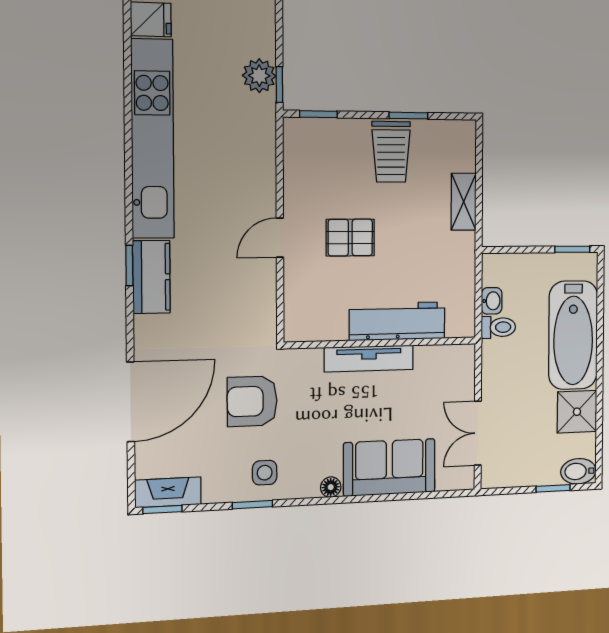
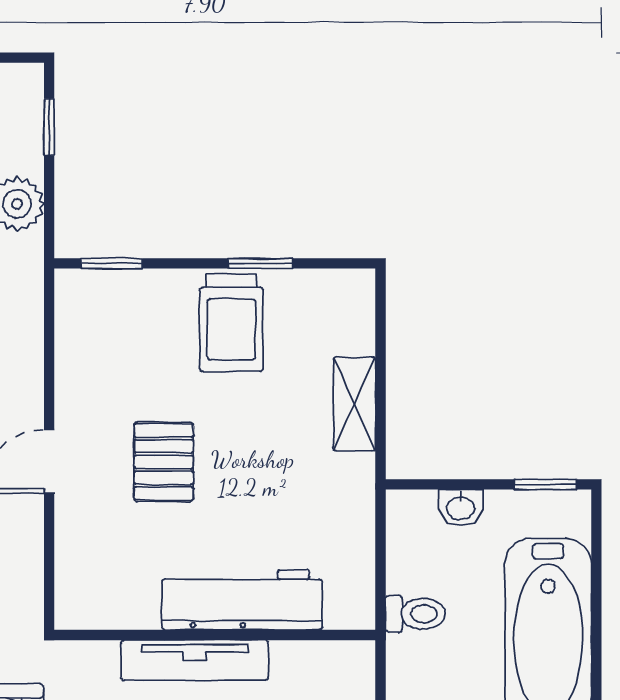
window: (279, 84) -> (49, 127), moved
pallet: (350, 238) -> (164, 462), turned 90
washbasin: (492, 301) -> (461, 507), moved, turned 90

